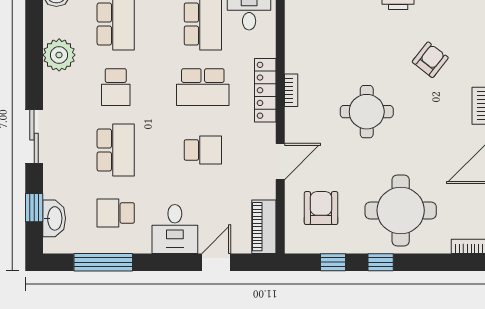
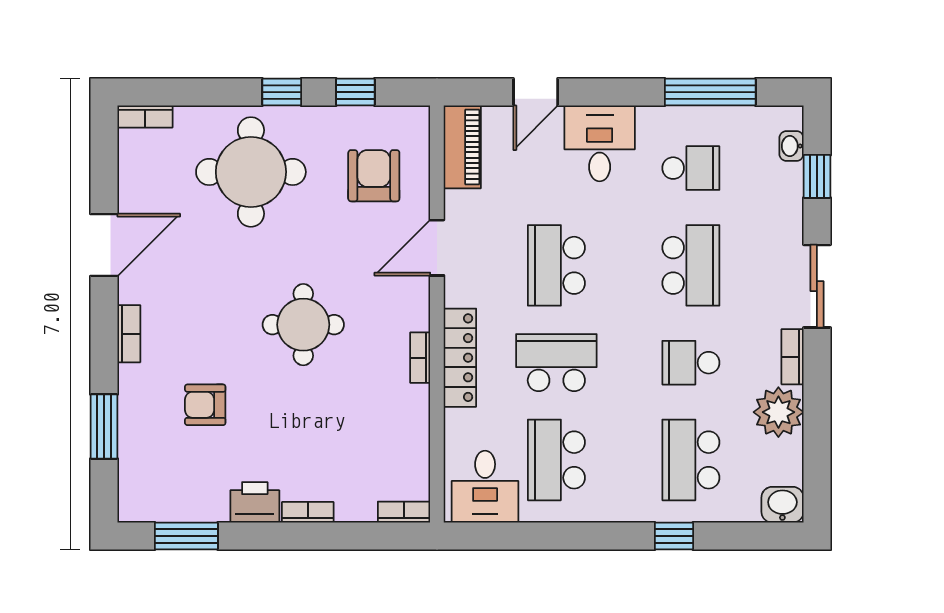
armchair: (430, 60) -> (205, 405), turned 52
school desk: (116, 87) -> (691, 363), turned -90
bookcase: (50, 91) -> (792, 357), added
school desk: (116, 150) -> (691, 265), turned 180
school desk: (203, 150) -> (556, 265), width x1.85
armchair: (321, 208) -> (374, 176), turned 180
washbasin: (54, 218) -> (791, 146), width x0.52, depth x0.69

